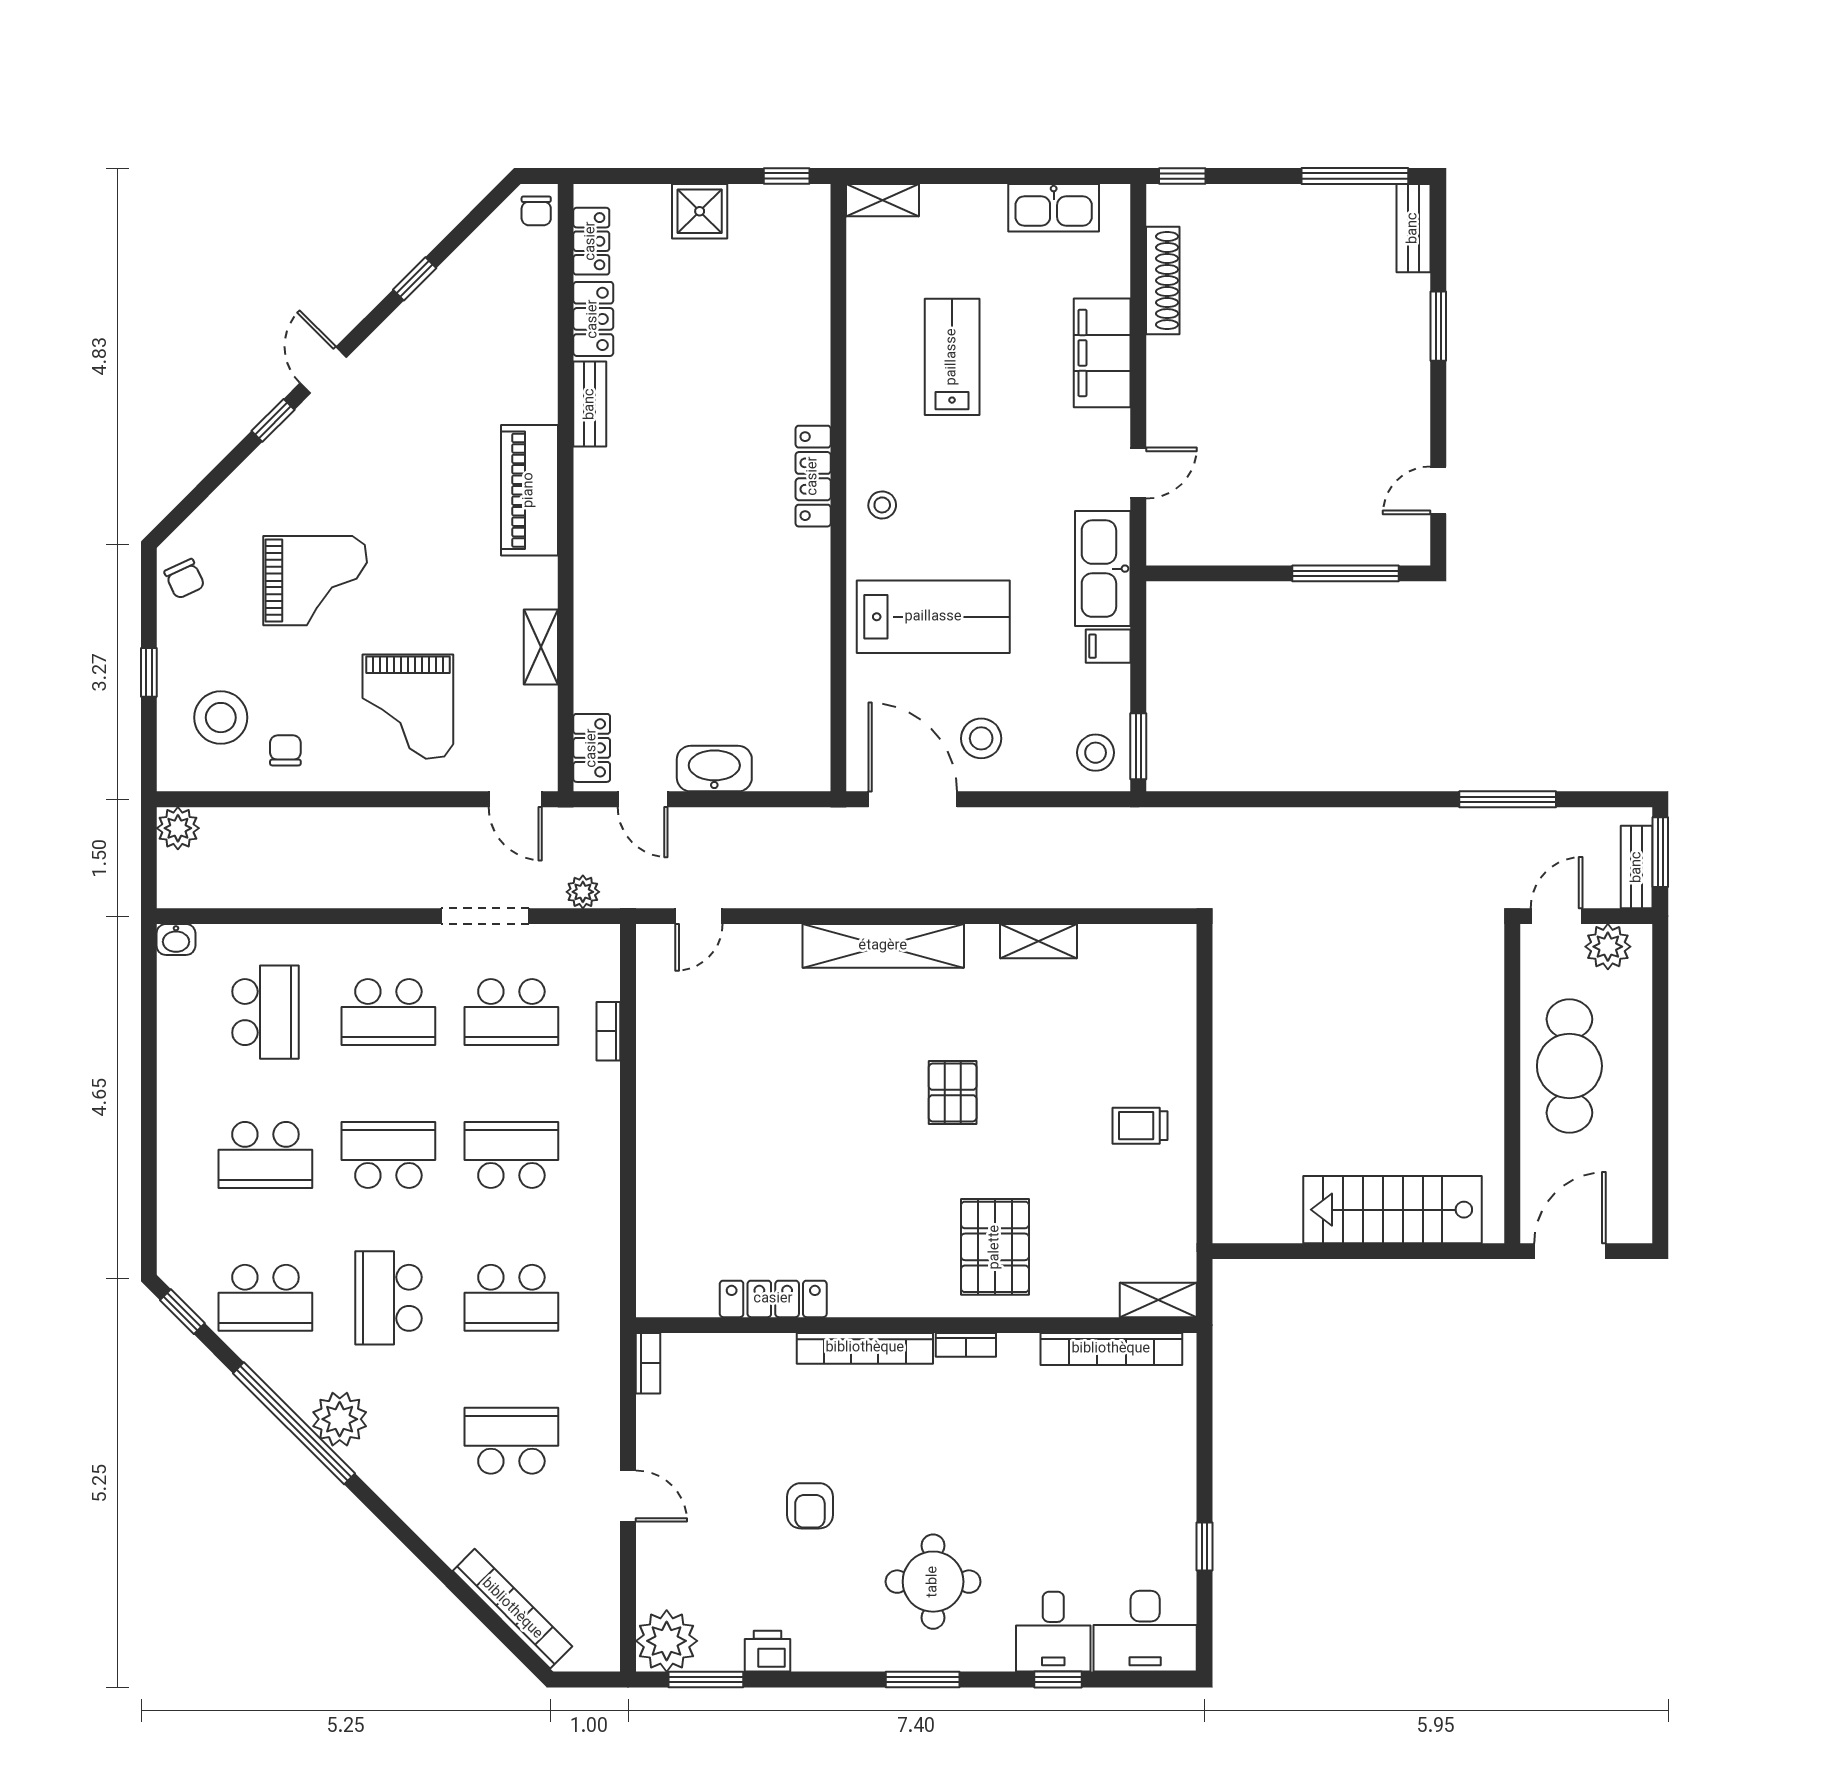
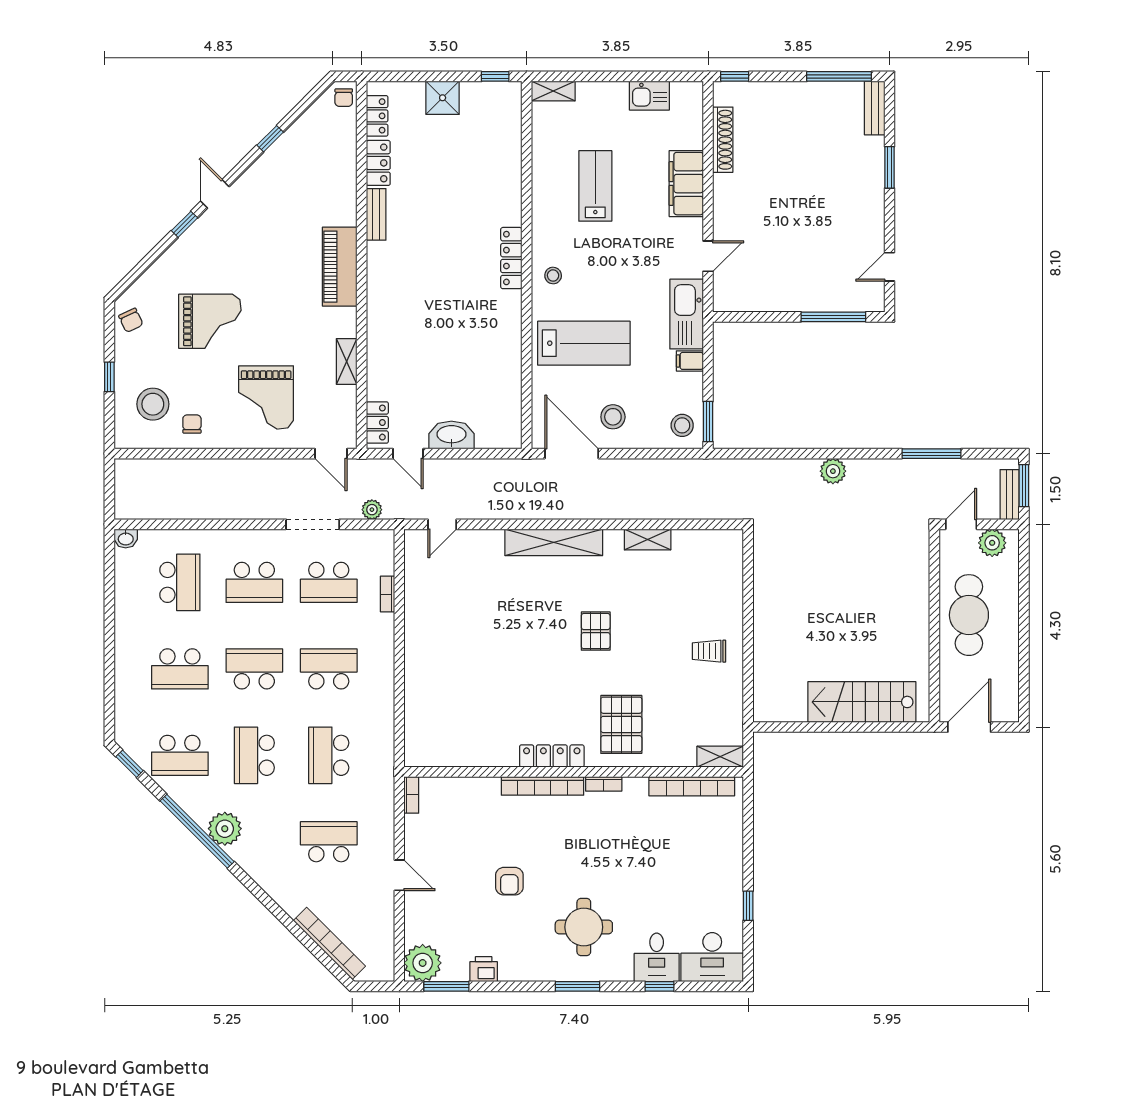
kitchen sink: (1054, 208) -> (649, 96), width x0.73
plant: (178, 828) -> (833, 471), moved
school desk: (511, 1298) -> (329, 755), turned 90
locker: (773, 1299) -> (552, 756), moved

